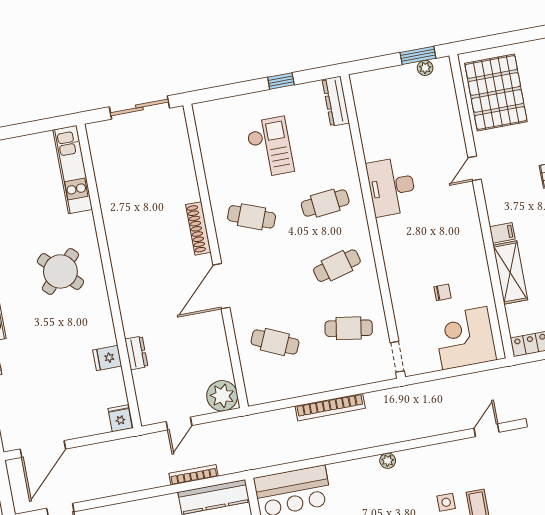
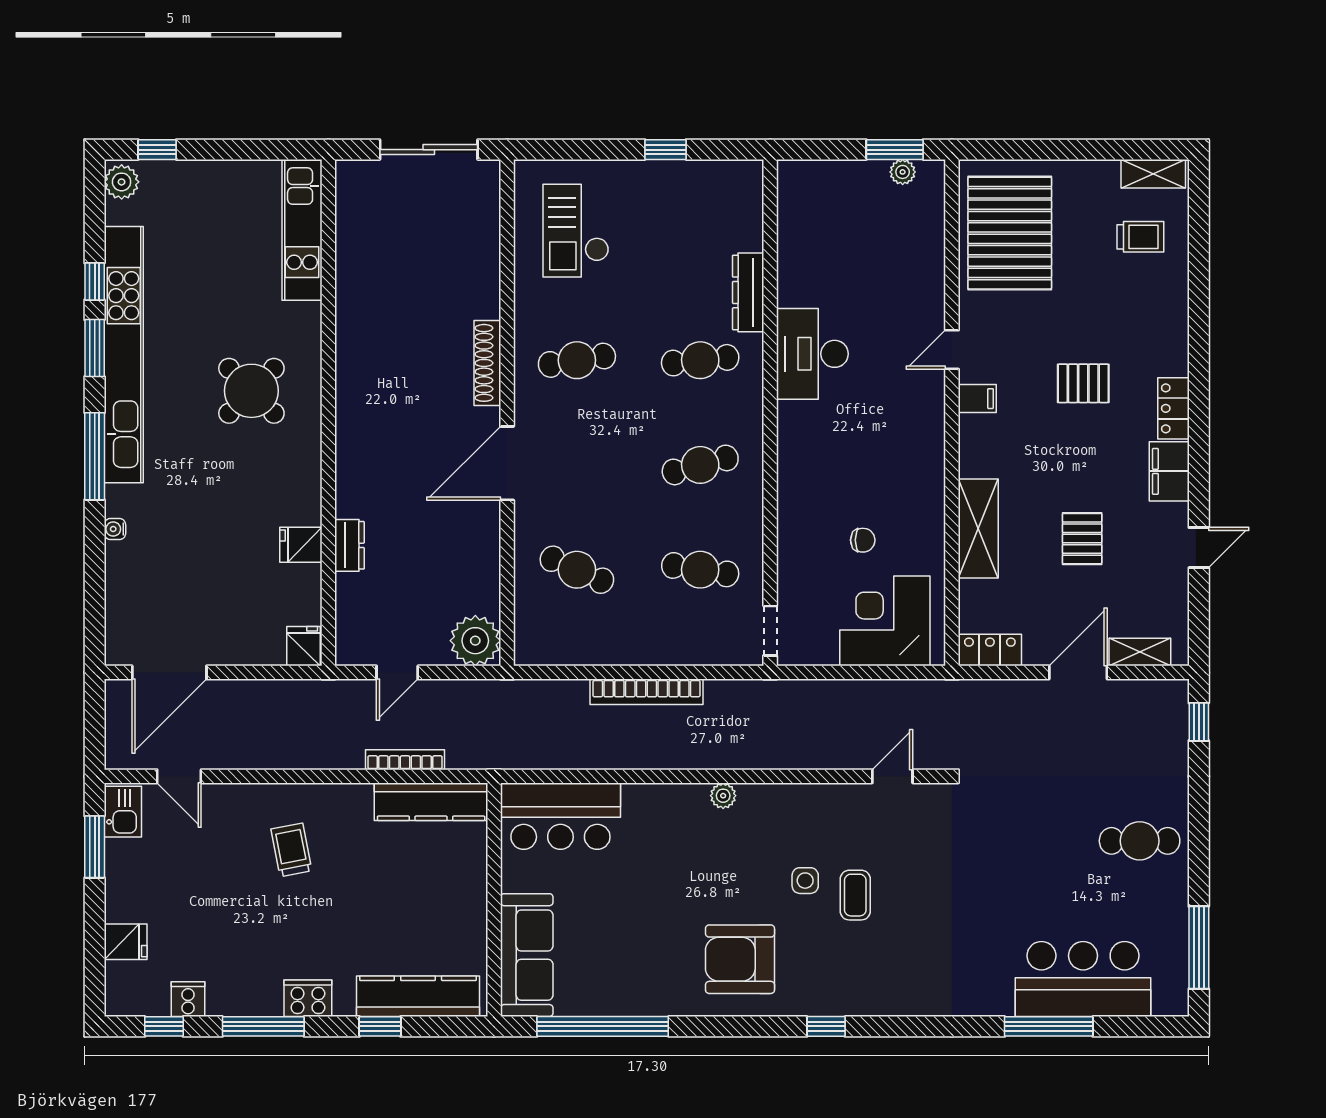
dresser: (336, 101) -> (748, 292), moved
checkout: (270, 147) -> (576, 231), moved, turned 180
cafe table: (252, 217) -> (577, 360), turned -30
filing cabinet: (502, 233) -> (977, 399), moved

